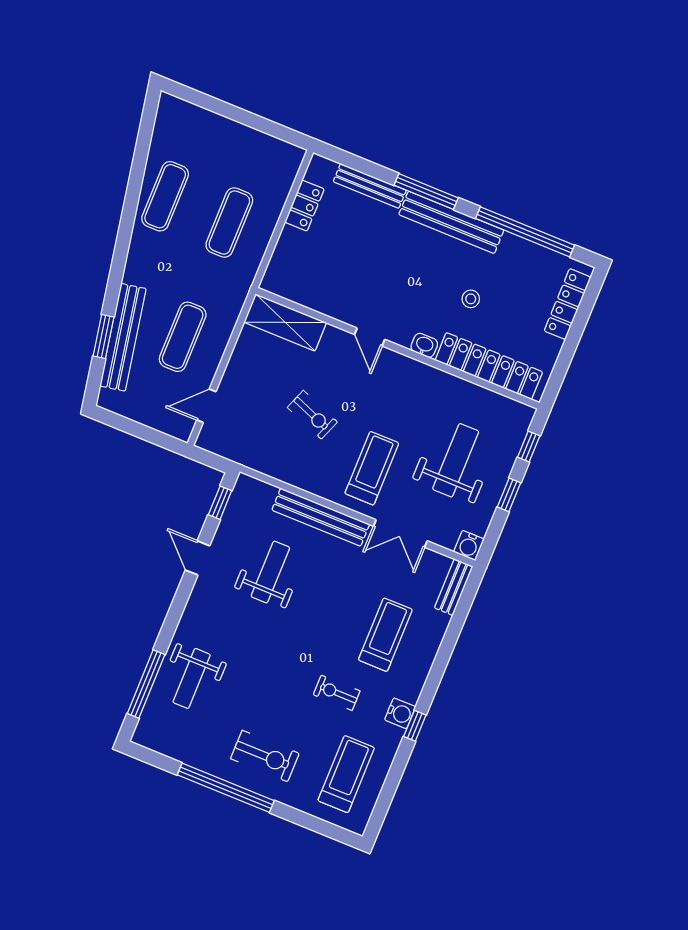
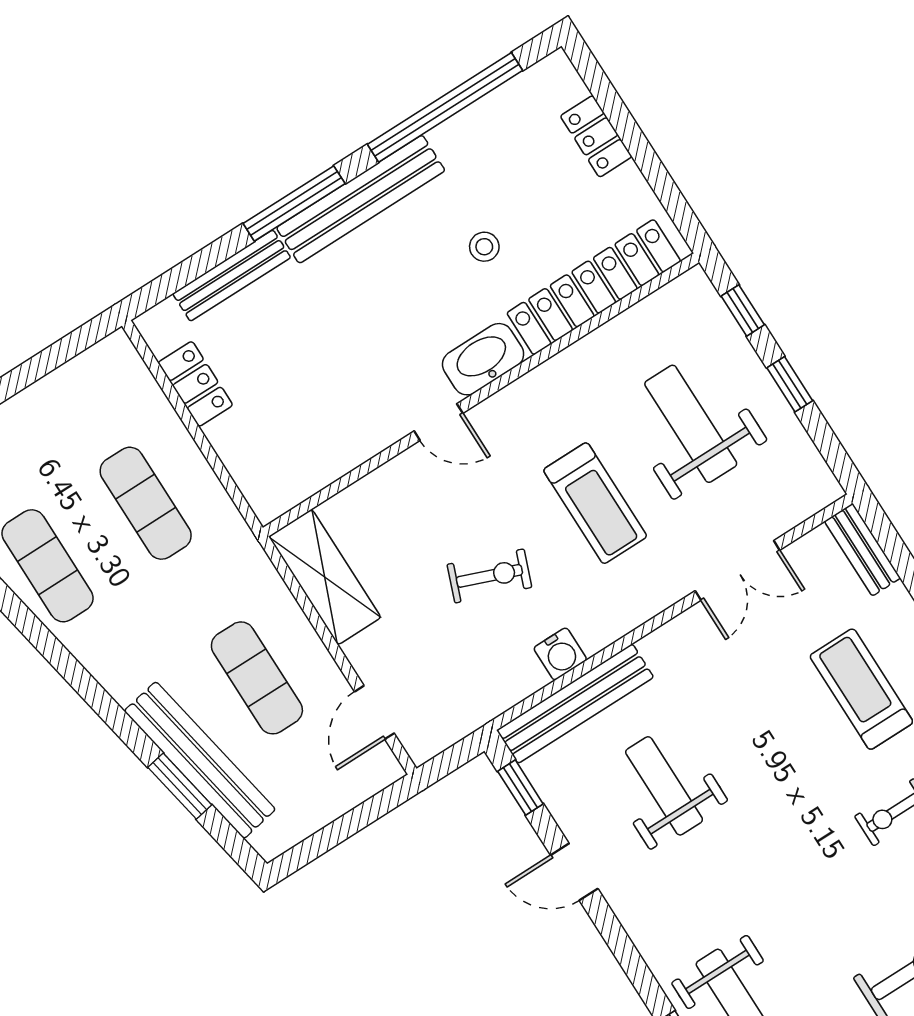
locker: (568, 304) -> (596, 136), width x0.66
shelving: (285, 322) -> (325, 577), moved, turned 90
washbasin: (424, 345) -> (483, 359), width x1.91, depth x1.45
treadmill: (372, 468) -> (595, 503), moved, turned 180
bench: (321, 517) -> (575, 704), moved
water cooler: (469, 545) -> (560, 654), moved

